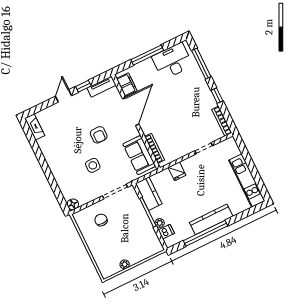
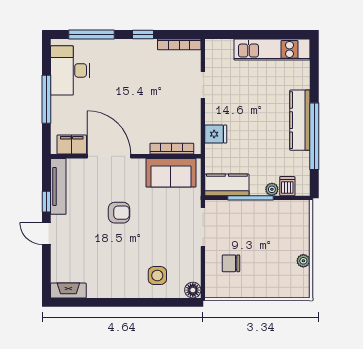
tv unit: (102, 87) -> (58, 186), width x1.41
side table: (93, 165) -> (157, 276), moved

